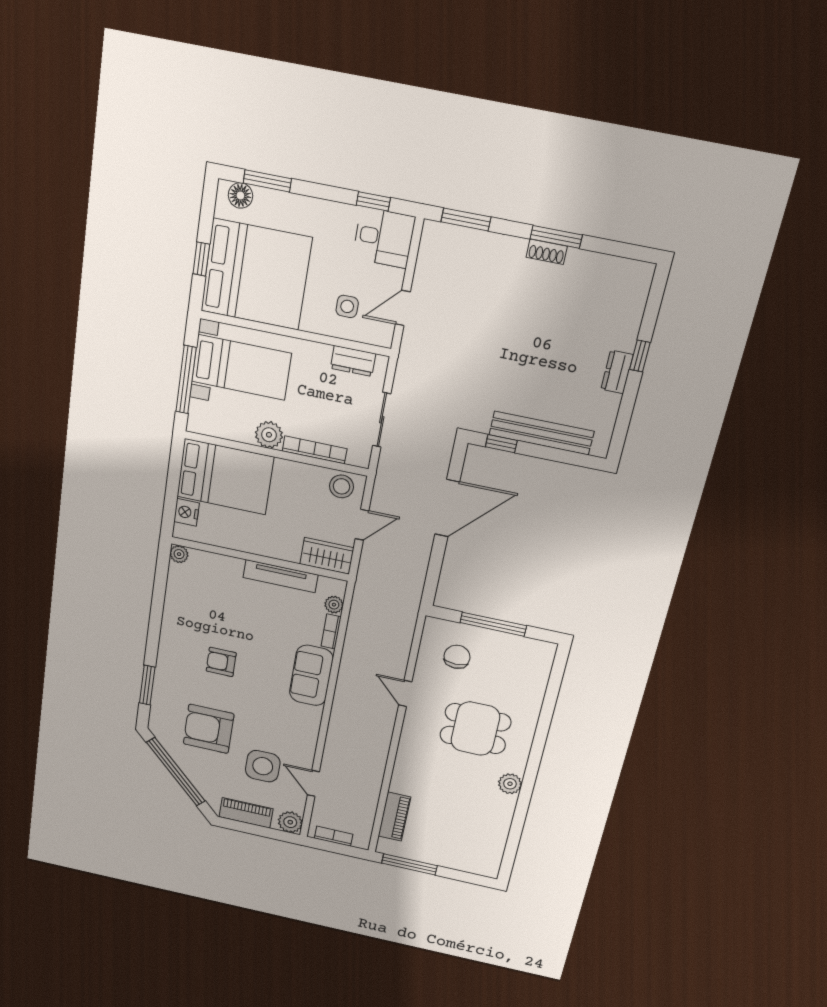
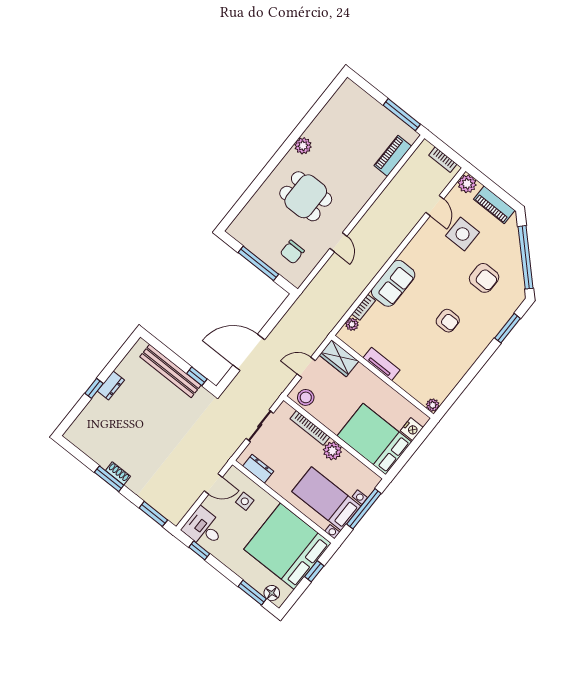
tv unit: (281, 576) -> (382, 364), width x0.71
armchair: (209, 729) -> (484, 278), width x0.73, depth x0.73

